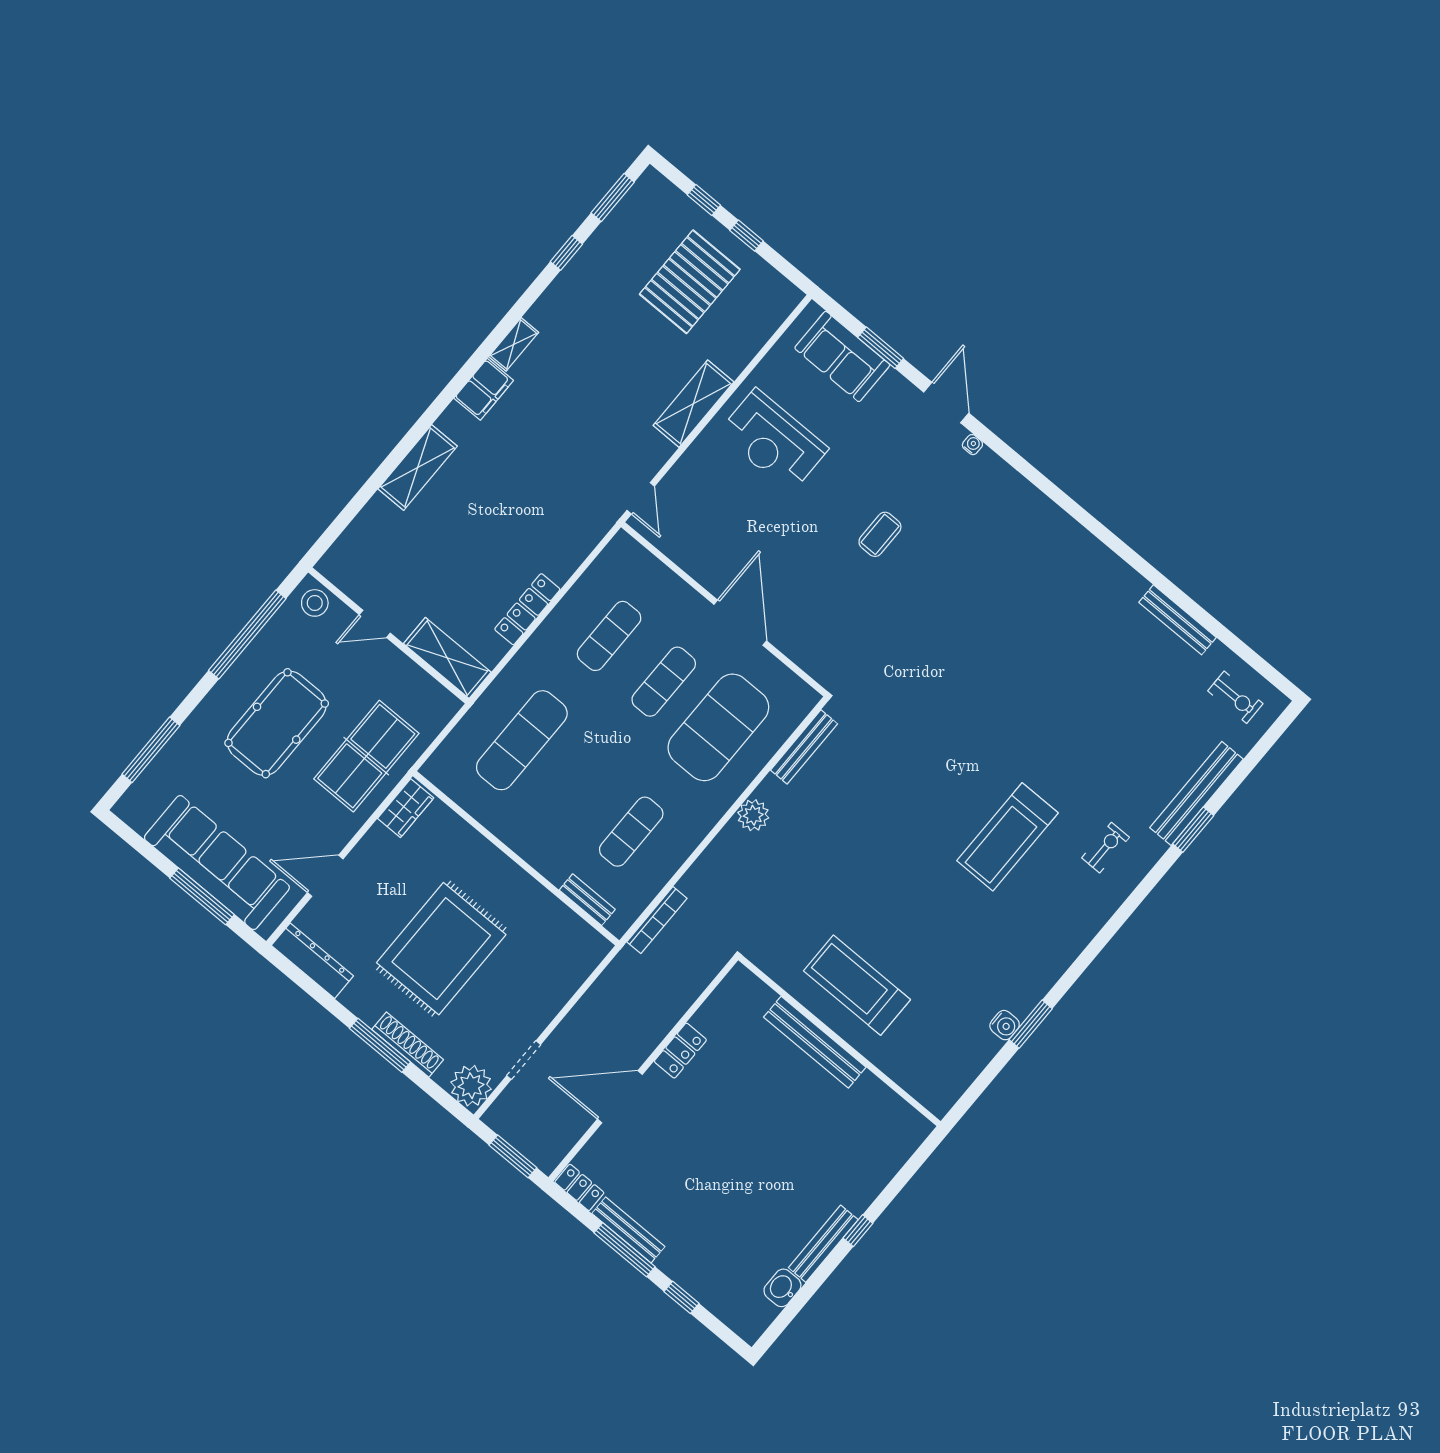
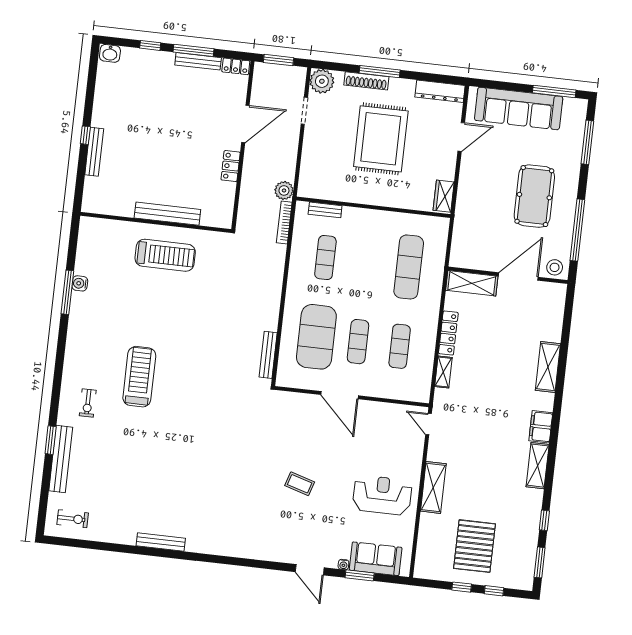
shelving: (514, 344) -> (538, 466), width x1.50, depth x1.33
water cooler: (972, 445) -> (343, 565), moved
coffee table: (880, 534) -> (300, 484), turned -73
shelving: (571, 558) -> (443, 372), added
bench: (1178, 620) -> (161, 542), moved
door: (375, 624) -> (518, 277), width x1.88
exercise bike: (1235, 697) -> (73, 519), turned 180
table tennis table: (366, 756) -> (480, 209), removed
plant: (753, 815) -> (284, 190), moved
window: (202, 896) -> (554, 91), moved
window: (1031, 1024) -> (67, 292), width x1.44
bench: (823, 1244) -> (94, 152), moved
washbasin: (782, 1288) -> (110, 53), moved, turned 90

